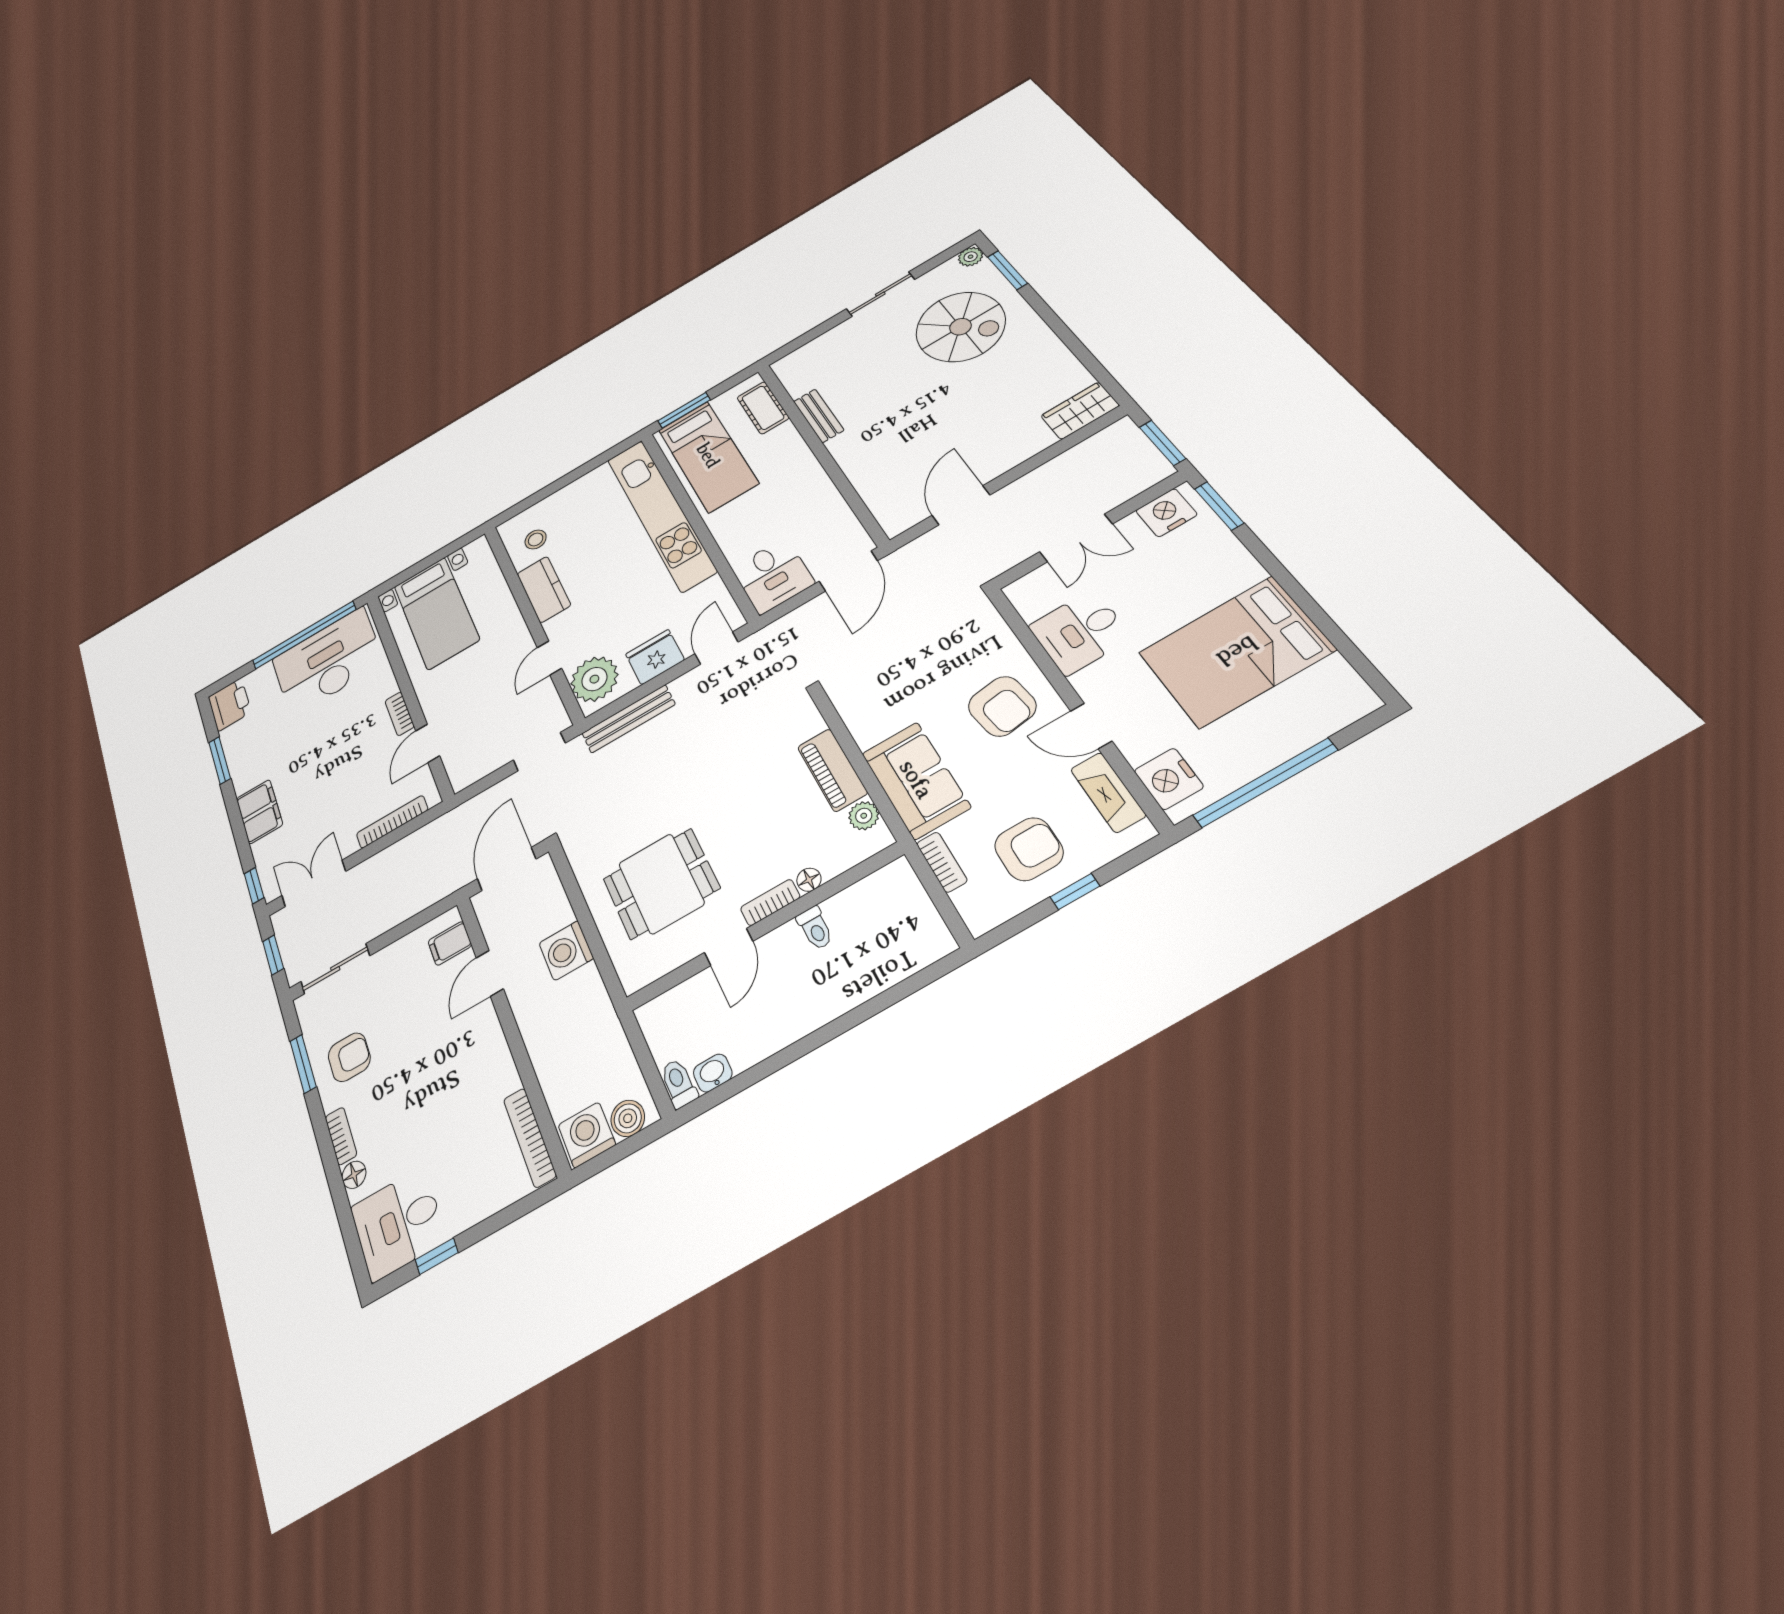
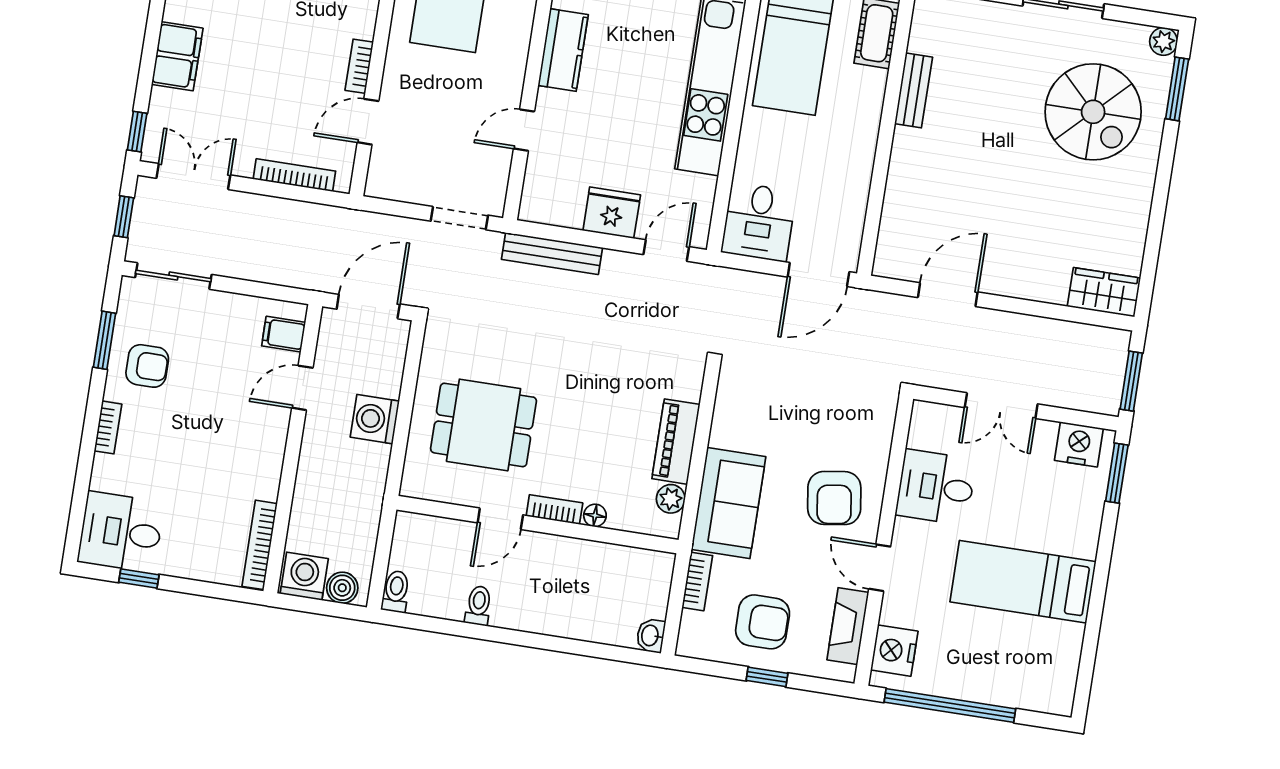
bed: (1236, 651) -> (1023, 582), width x0.67
plant: (594, 679) -> (549, 188), removed
toilet: (815, 928) -> (478, 606), moved, turned 180
washbasin: (713, 1073) -> (651, 636), moved, turned -90
floor lamp: (354, 1175) -> (104, 467), removed

